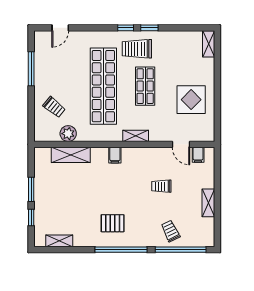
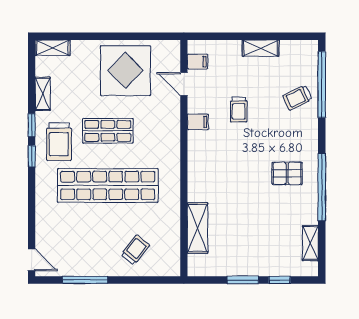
door: (60, 28) -> (32, 260), moved
display table: (191, 100) -> (125, 71), width x1.36, depth x1.36
plant: (68, 134) -> (170, 232), removed
shelving: (136, 136) -> (43, 94), moved
door: (181, 144) -> (184, 84), swing flipped
filing cabinet: (115, 155) -> (198, 122), moved
pallet: (113, 223) -> (287, 173), turned 90
window: (121, 250) -> (322, 187), moved

